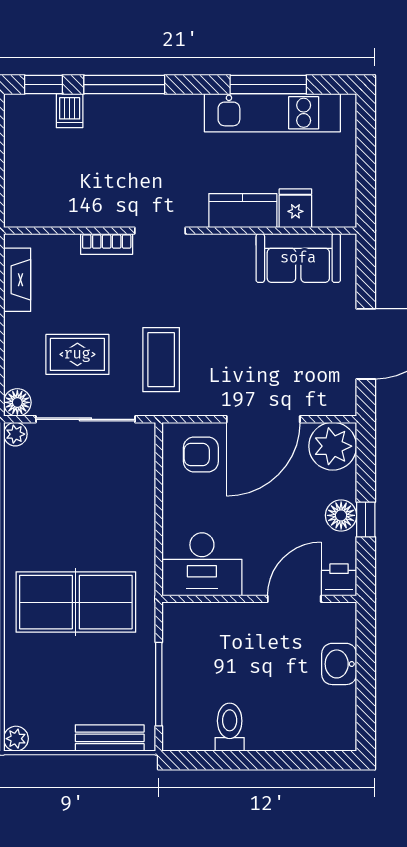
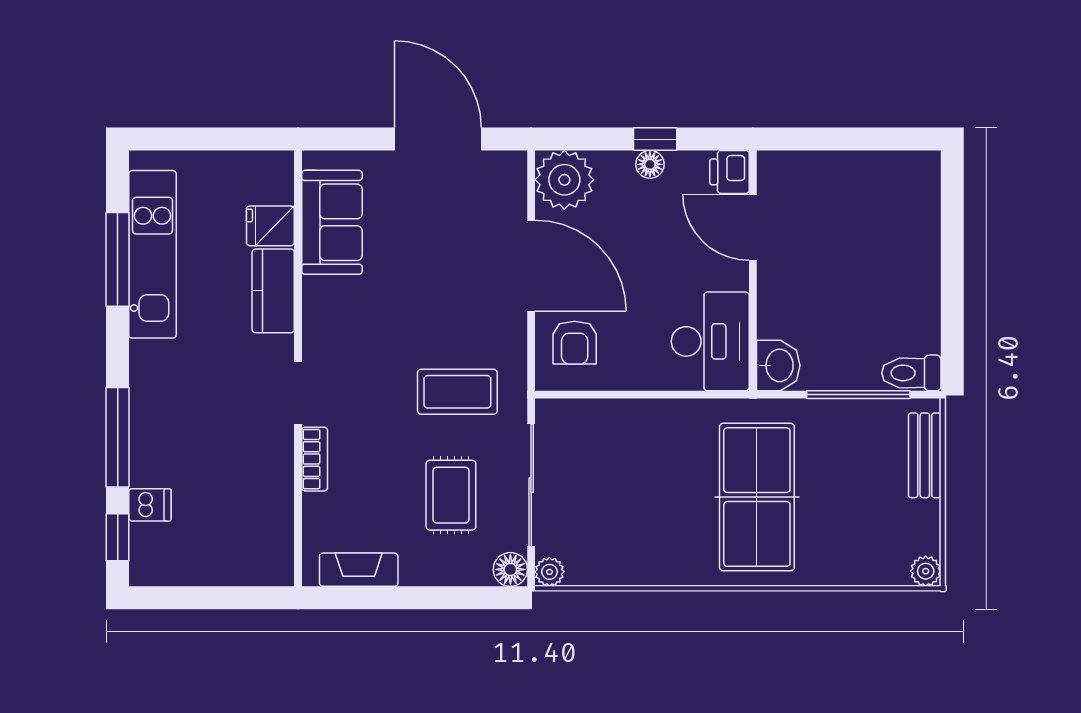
floor lamp: (341, 515) -> (650, 164), width x0.73, depth x0.73
washbasin: (339, 664) -> (778, 365), moved, turned -90
toilet: (230, 727) -> (911, 373), moved

